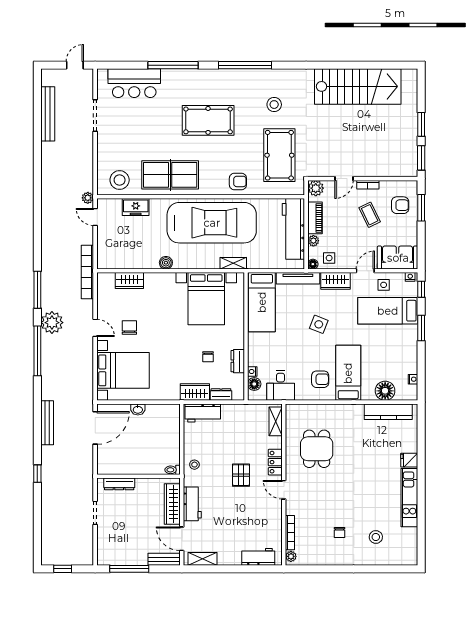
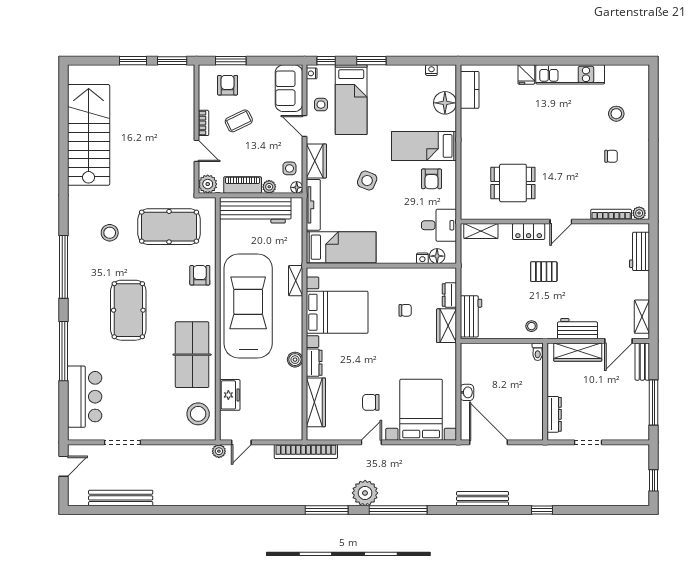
door: (75, 65) -> (63, 466), swing flipped
wardrobe: (129, 281) -> (316, 402), width x1.50
dresser: (238, 361) -> (314, 363), moved, turned -90
armchair: (320, 379) -> (431, 179), turned 180
kitchen counter: (388, 412) -> (470, 90), width x0.67

